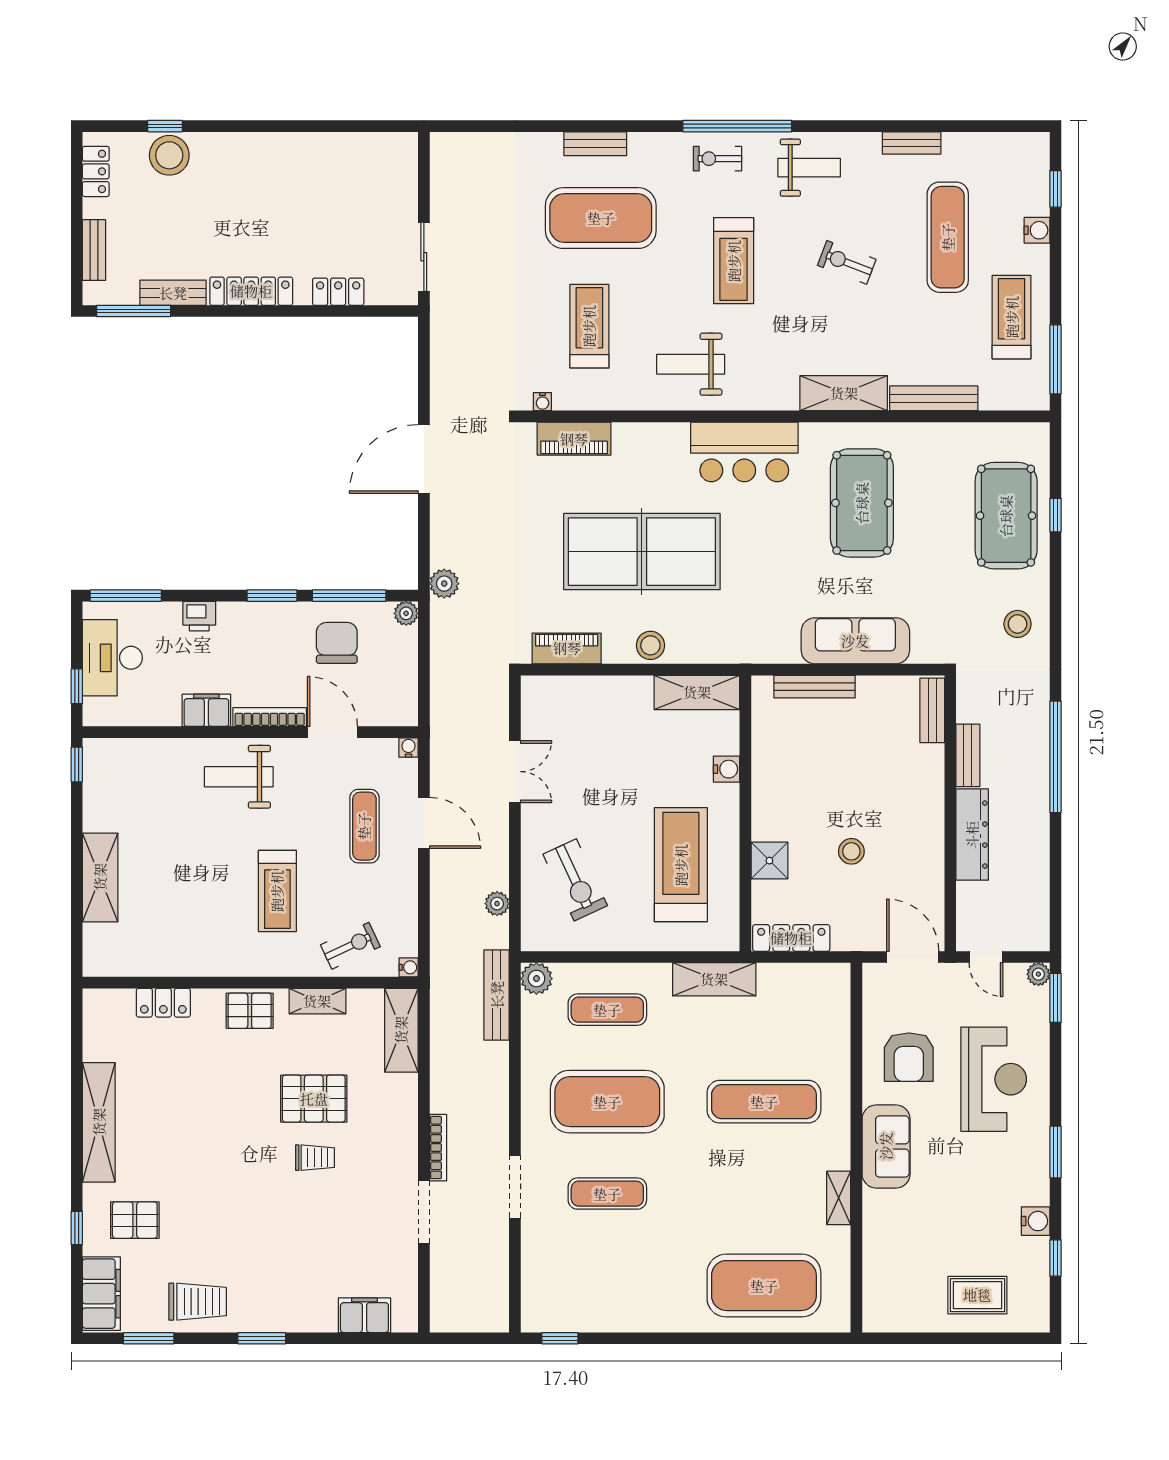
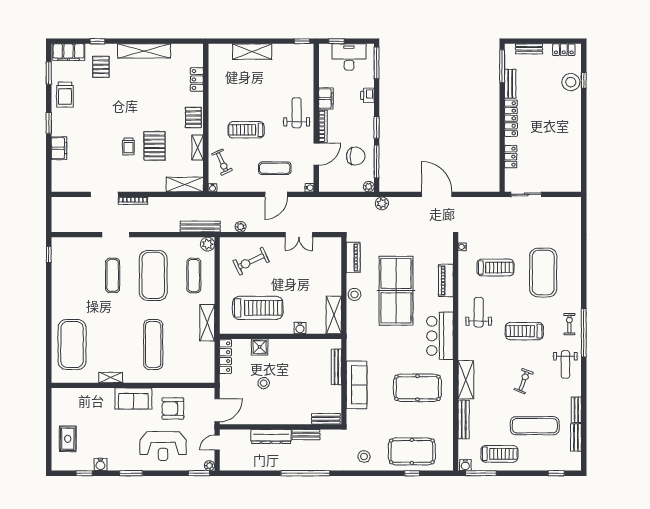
bench: (595, 144) -> (576, 437), moved
water cooler: (1037, 230) -> (465, 465), moved
piano: (574, 439) -> (446, 280), moved
filing cabinet: (364, 1315) -> (59, 148), moved

